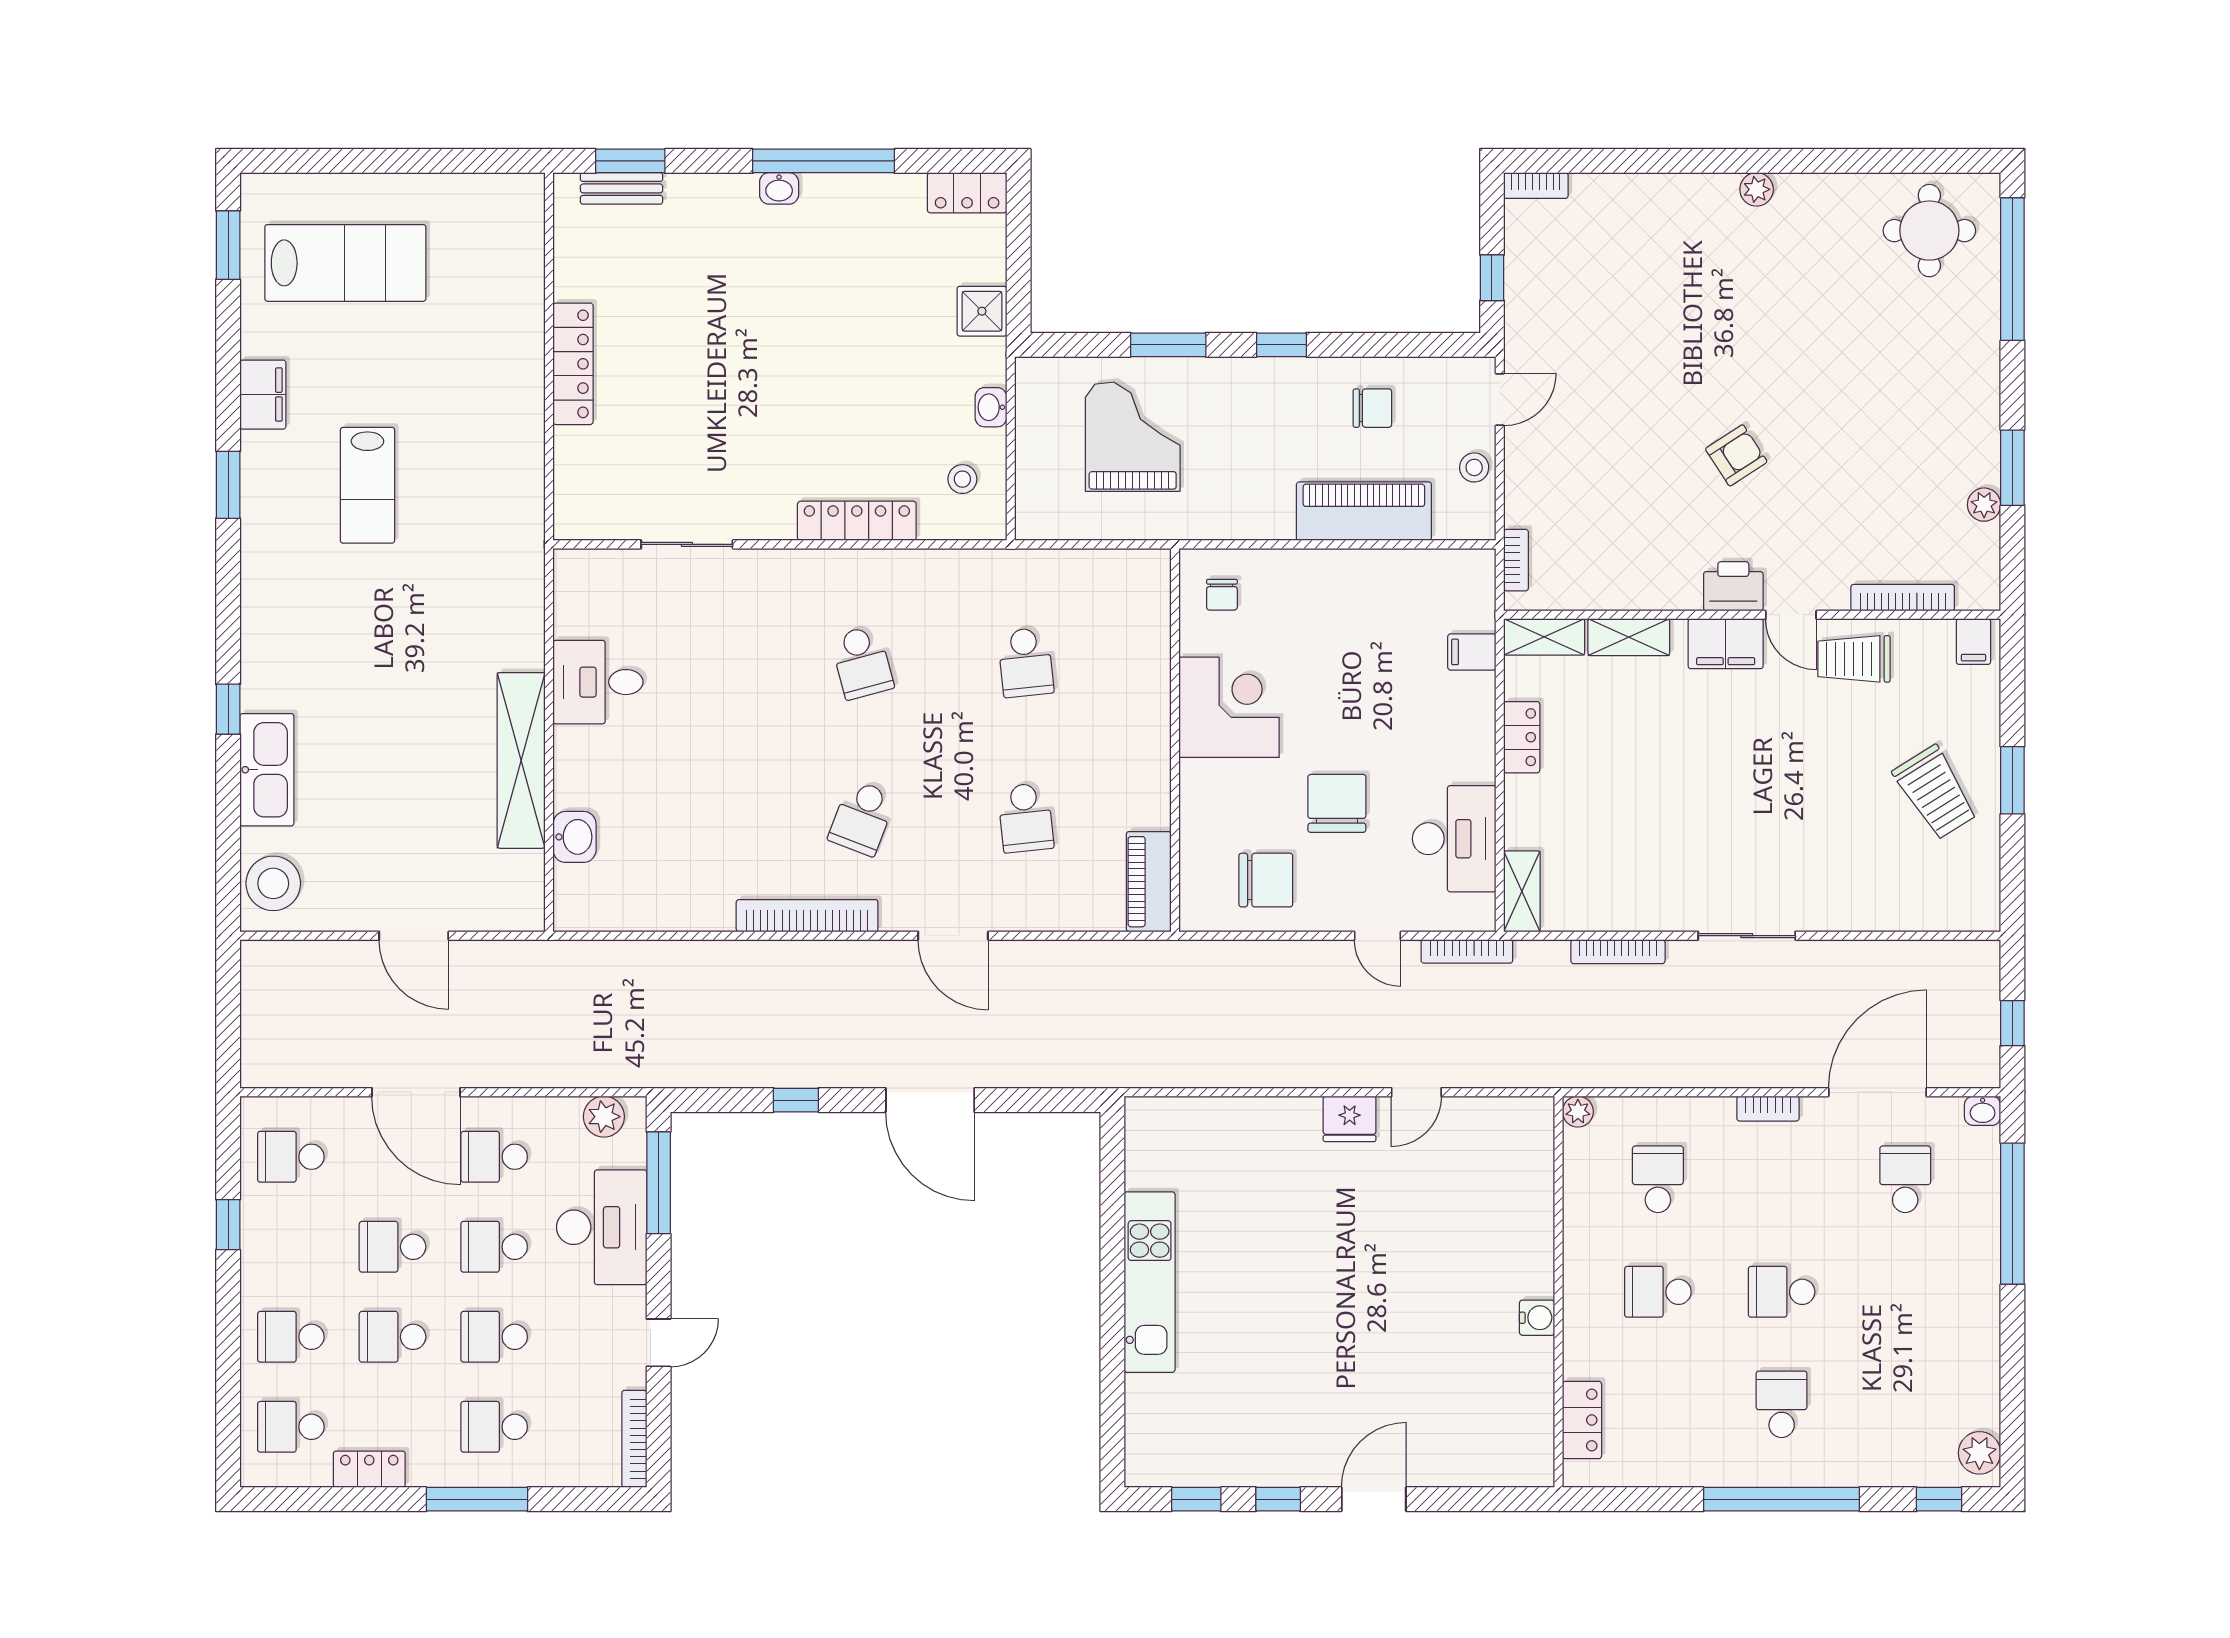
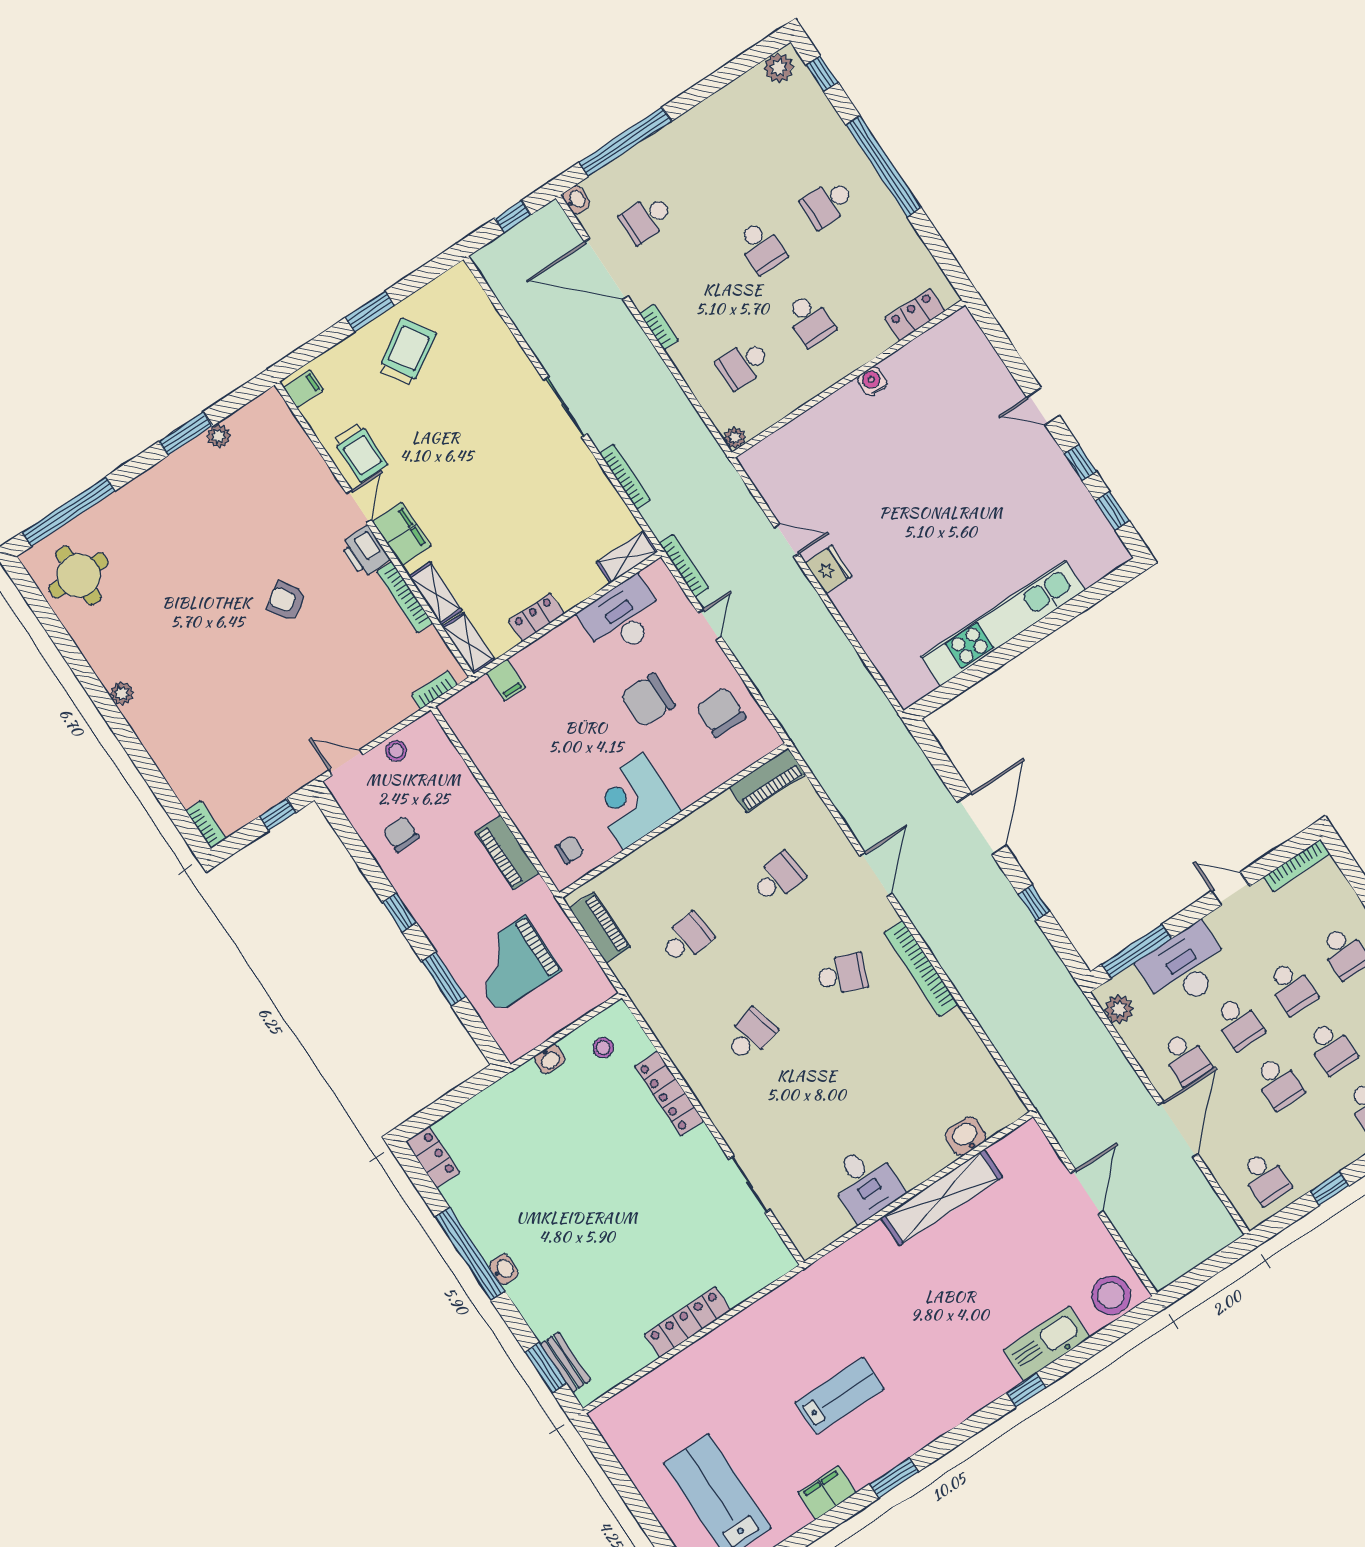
shower: (982, 311) -> (497, 1102), removed
piano: (1364, 511) -> (507, 852), moved, width x0.73, depth x0.75
piano: (1107, 569) -> (600, 927), added
bookcase: (1903, 598) -> (405, 597), moved
kitchen unit: (1150, 1282) -> (1003, 623), width x1.36
door: (1374, 1499) -> (1043, 406), width x0.73

